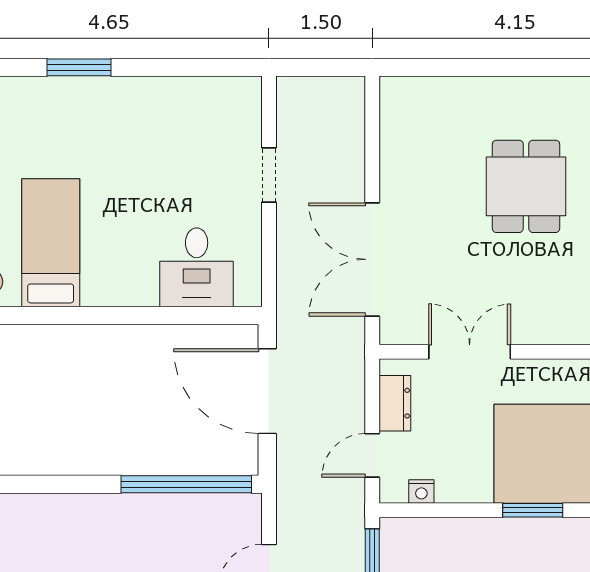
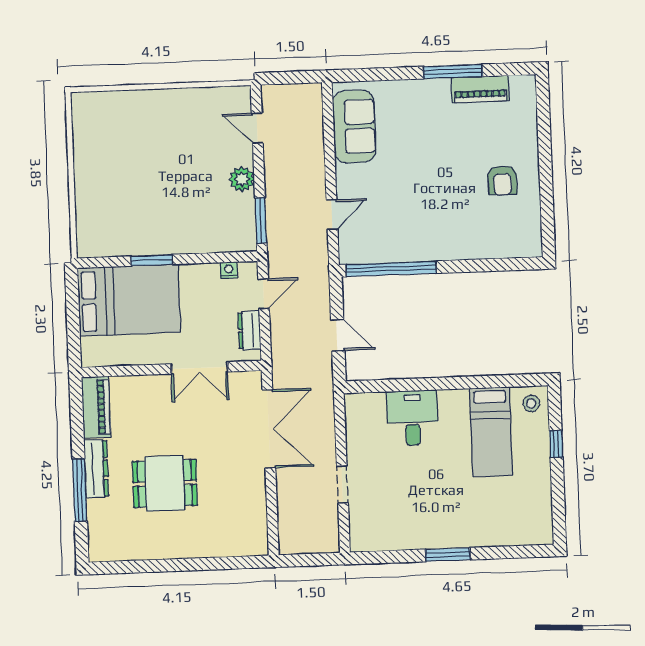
window: (79, 67) -> (448, 555), moved
dining table: (526, 186) -> (165, 483), turned 90
desk: (197, 267) -> (413, 418), moved
door: (267, 391) -> (338, 335), width x0.53

